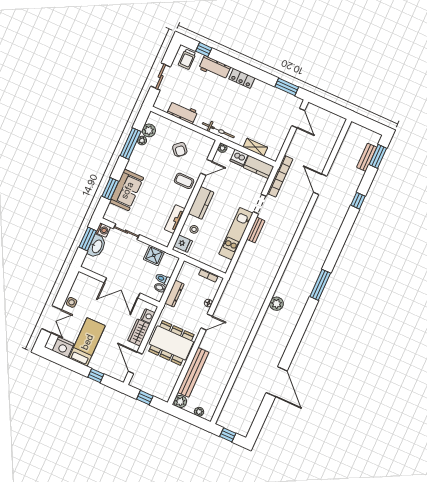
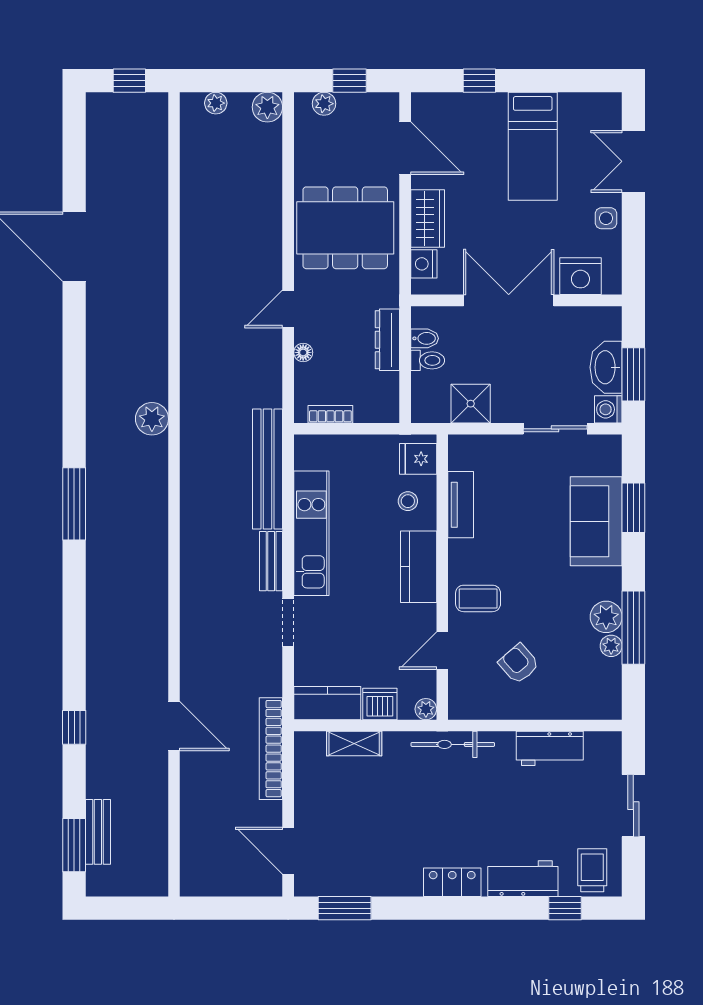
plant: (149, 130) -> (606, 617), moved
bookcase: (280, 176) -> (271, 749), moved
nightstand: (63, 347) -> (580, 276), moved, turned 180
bench: (193, 372) -> (267, 469), moved
plant: (158, 393) -> (324, 104), added

